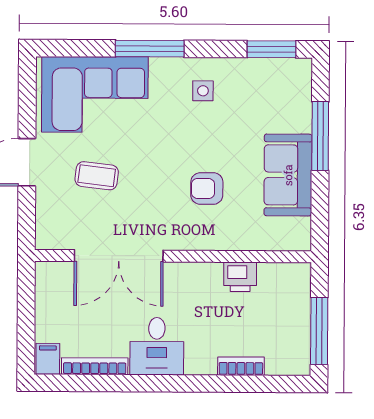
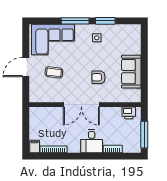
window: (271, 49) -> (105, 21), moved
window: (320, 136) -> (144, 56), removed
double door: (119, 256) -> (81, 105), moved
printer: (240, 277) -> (129, 113), moved
desk: (157, 346) -> (92, 141), moved

